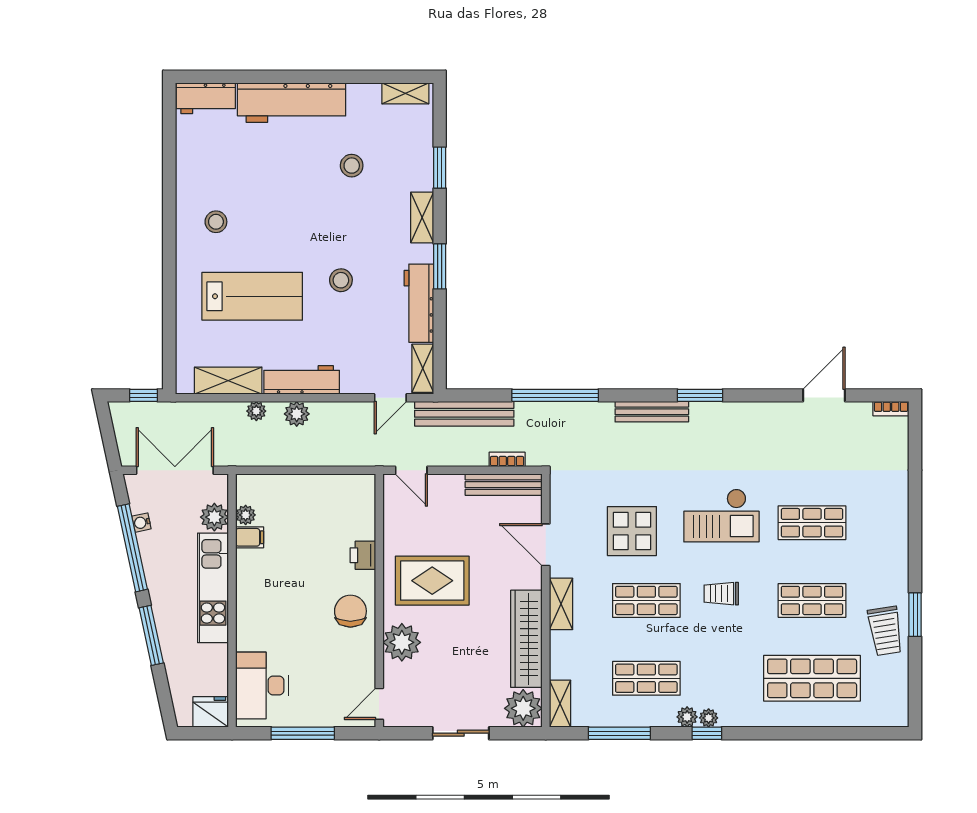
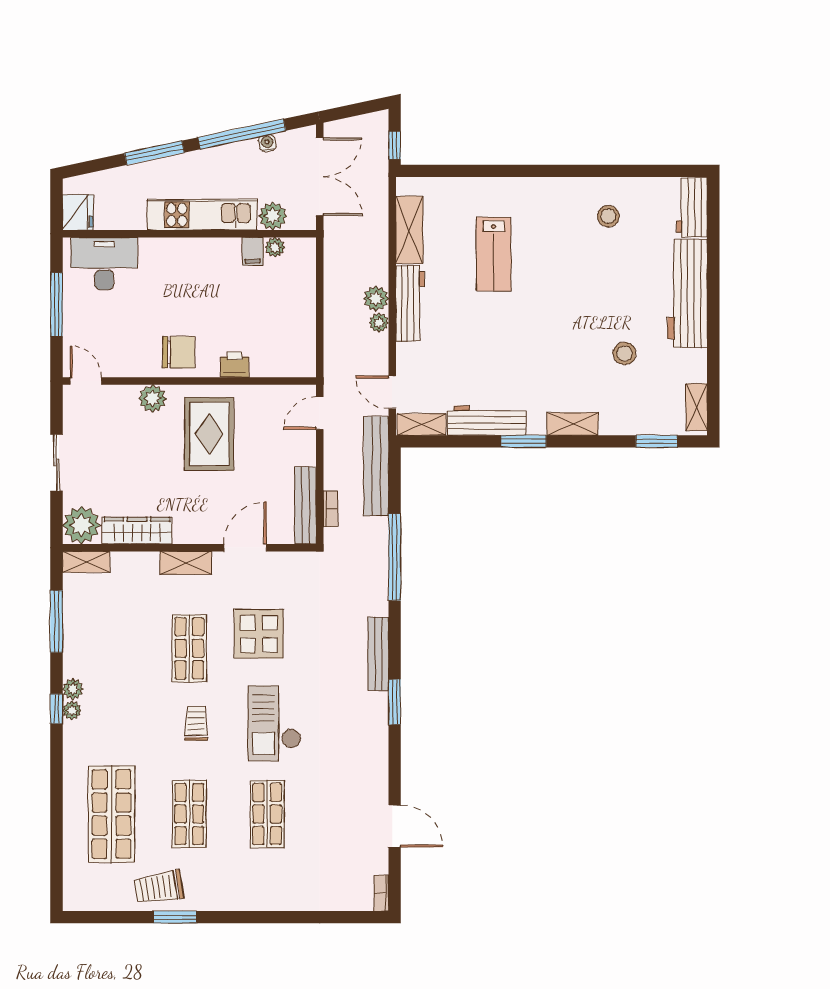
window: (440, 168) -> (656, 441), moved
stool: (216, 222) -> (608, 216), moved
stool: (341, 280) -> (510, 343), removed
lab bench: (252, 296) -> (494, 254), width x0.73, depth x0.72
plant: (256, 411) -> (379, 323), moved
wardrobe: (526, 639) -> (137, 531), width x0.71, depth x0.85
plant: (402, 642) -> (153, 399), width x0.73, depth x0.73
shop shelf: (646, 678) -> (111, 648), removed

